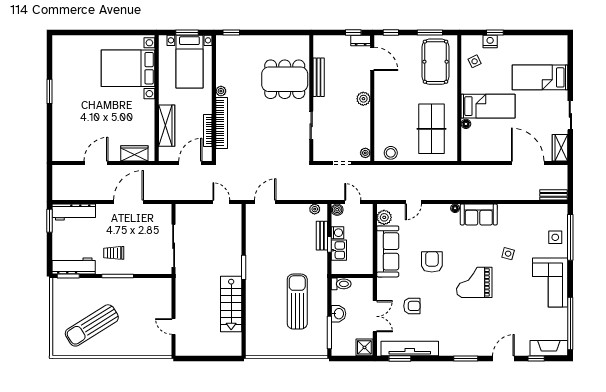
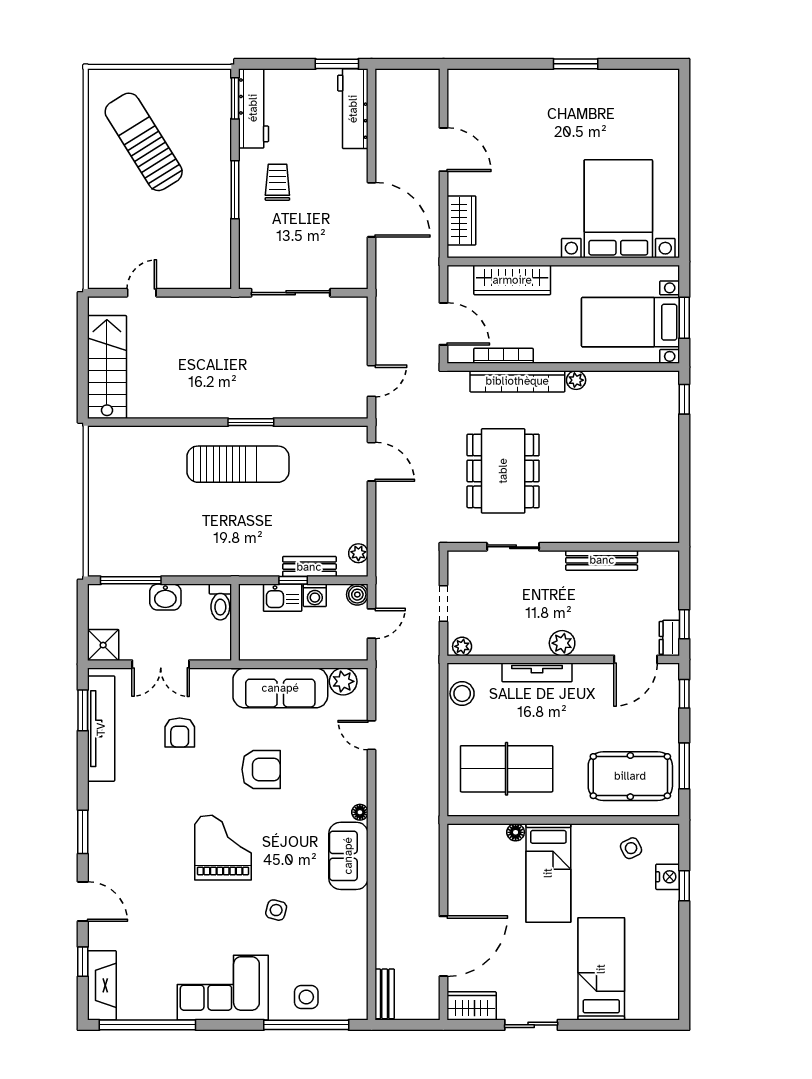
dining table: (285, 79) -> (503, 471), moved
tv unit: (379, 112) -> (537, 672), added
sun lounger: (297, 302) -> (238, 464), moved
stairs: (231, 304) -> (107, 367), moved, turned 90

